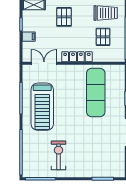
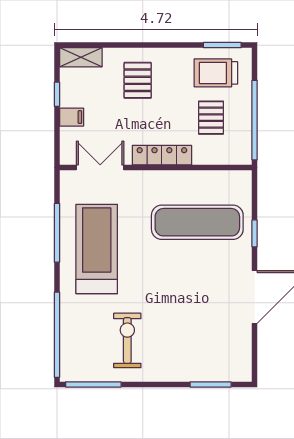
trolley: (106, 13) -> (216, 73), turned 180
exercise mat: (96, 92) -> (197, 222), turned 90
treadmill: (42, 107) -> (97, 249), turned 180

